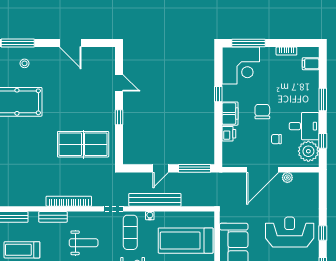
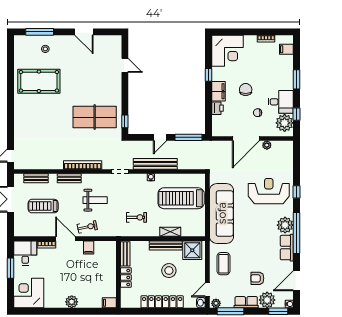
window: (249, 43) -> (234, 32), removed
window: (119, 117) -> (125, 121), moved
exercise mat: (130, 232) -> (134, 191), removed

